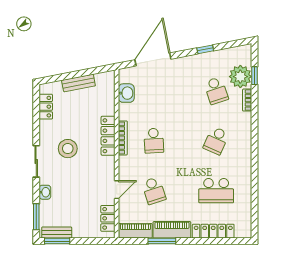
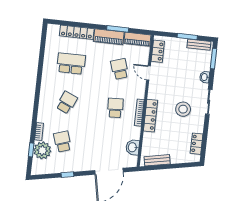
bench: (78, 83) -> (157, 160), moved
door: (117, 190) -> (149, 73), hinge flipped
window: (57, 241) -> (187, 37), moved

